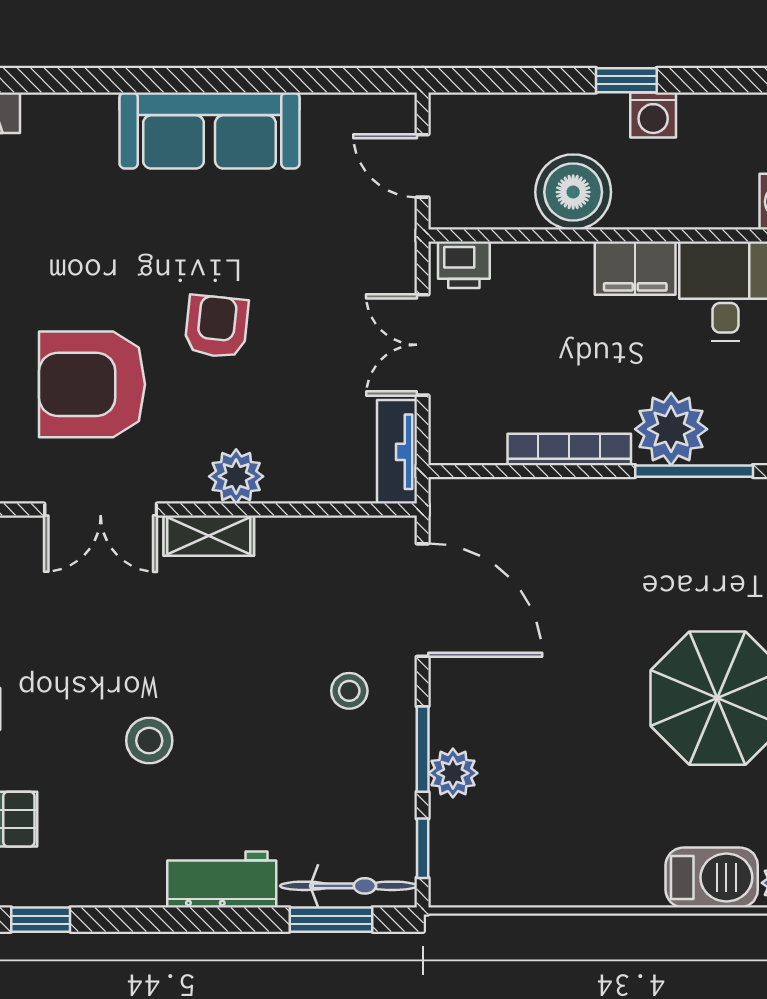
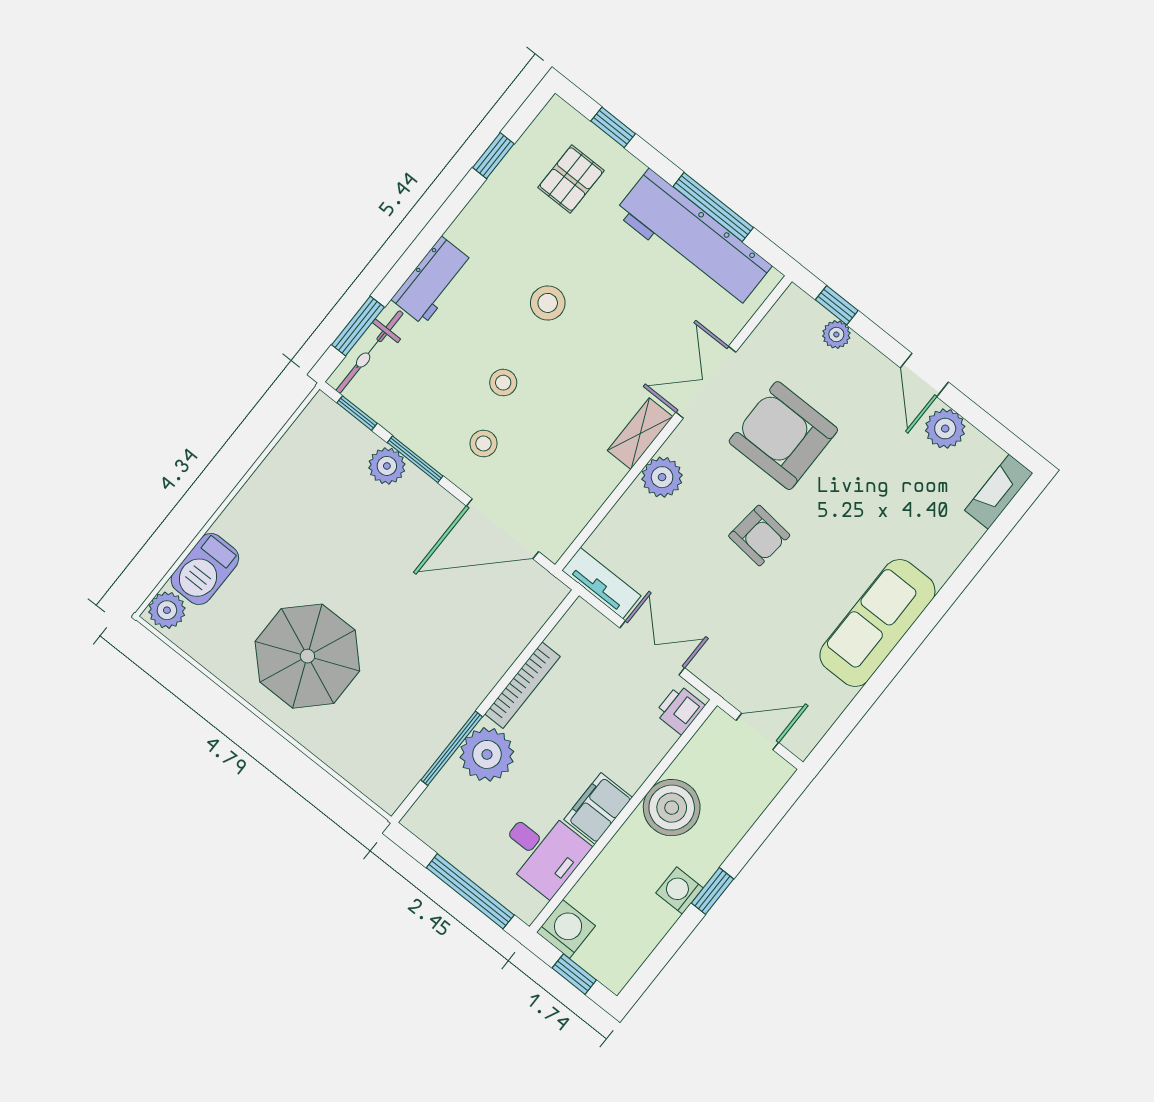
armchair: (92, 384) -> (783, 436), turned -90
stool: (269, 721) -> (503, 383), added

